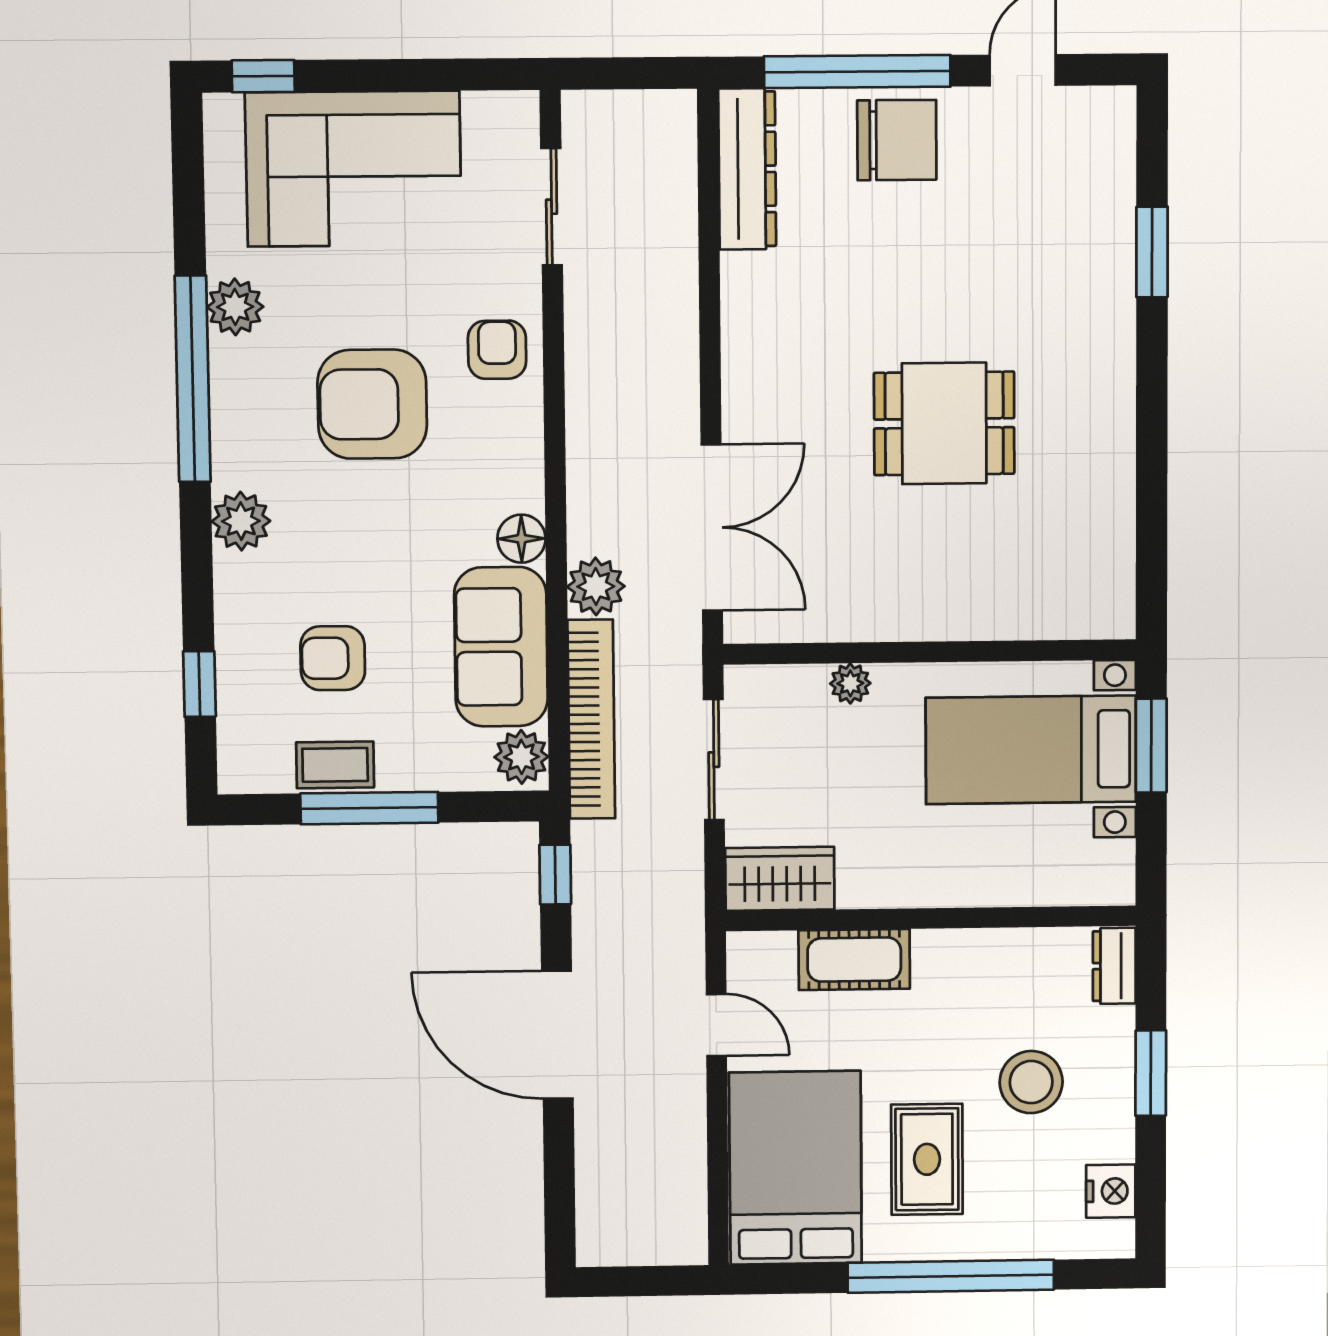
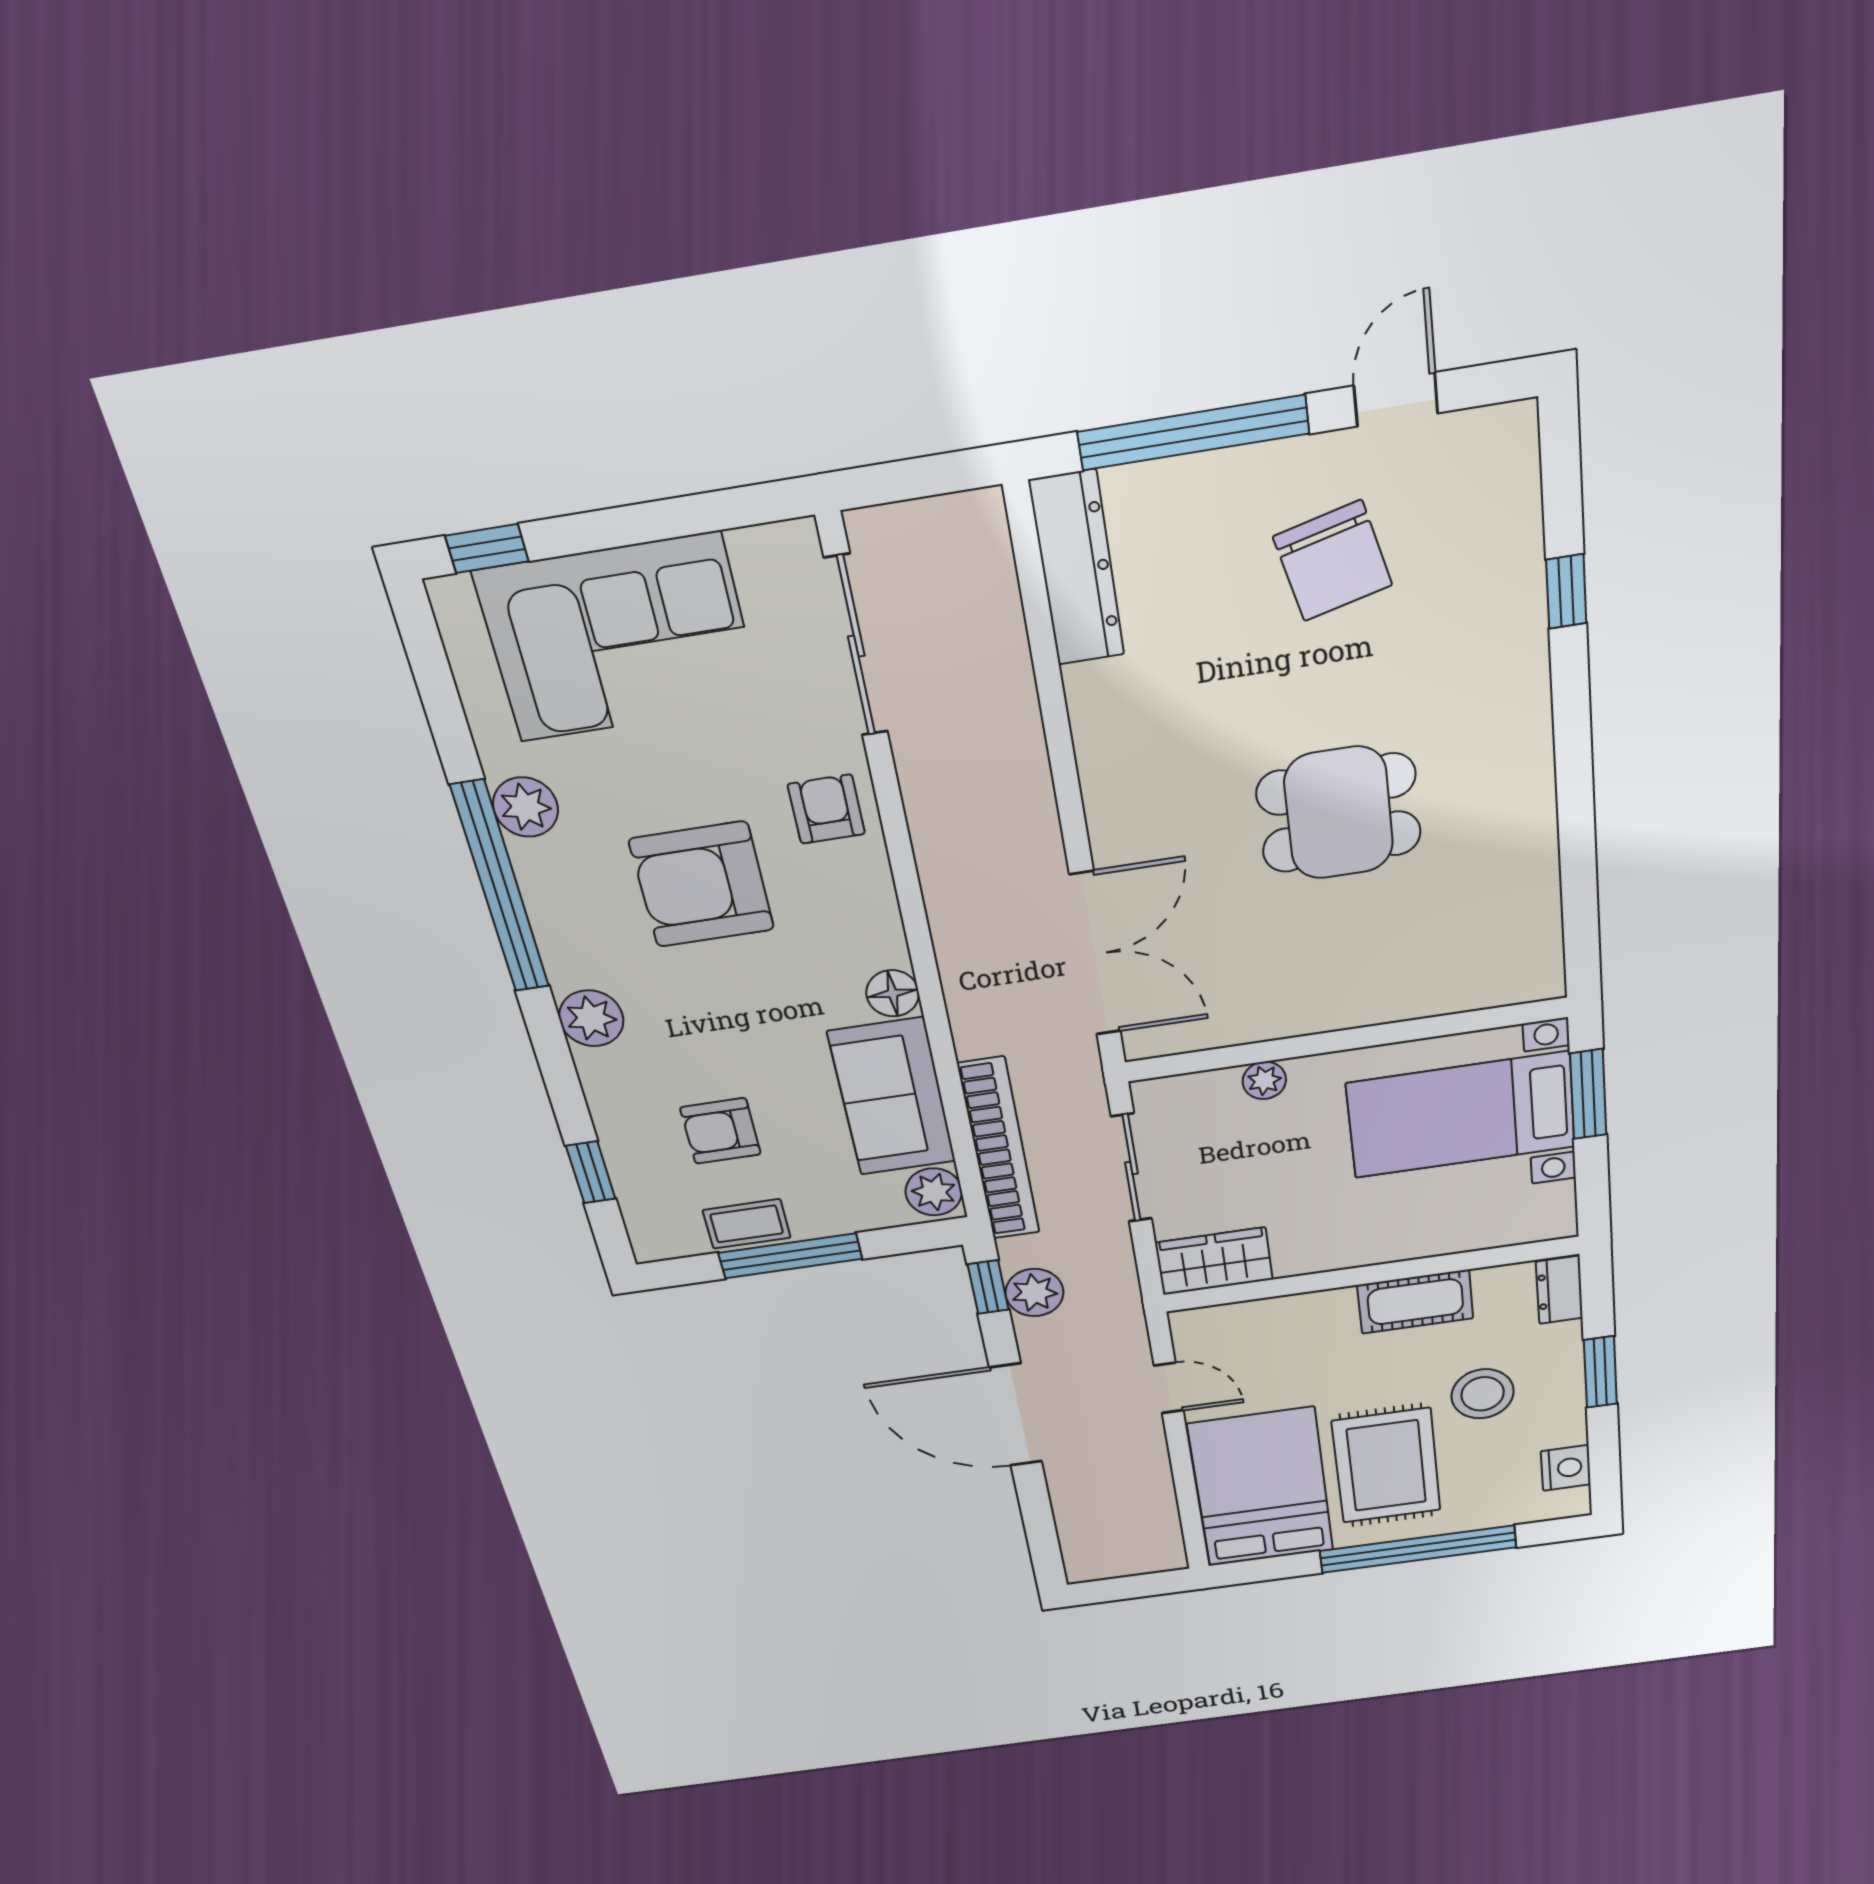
chair: (897, 140) -> (1333, 561), moved, turned 76
sliding door: (552, 207) -> (856, 646), width x1.37
window: (1152, 252) -> (1566, 591), width x0.67
plant: (596, 586) -> (1034, 1293), moved
cot: (854, 960) -> (1415, 1302), moved
rug: (927, 1159) -> (1386, 1466), width x1.36, depth x1.43

